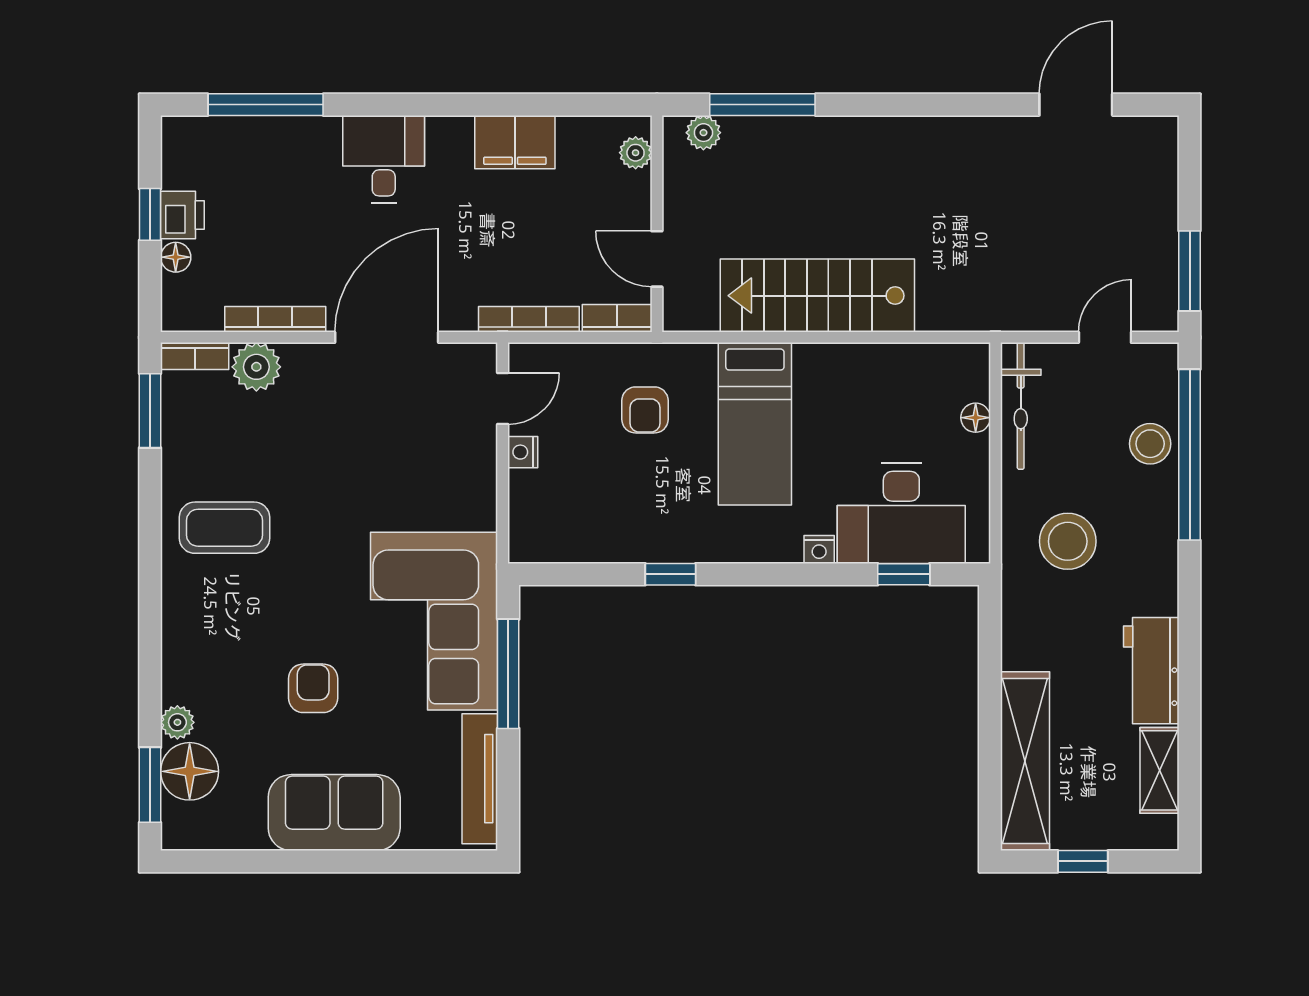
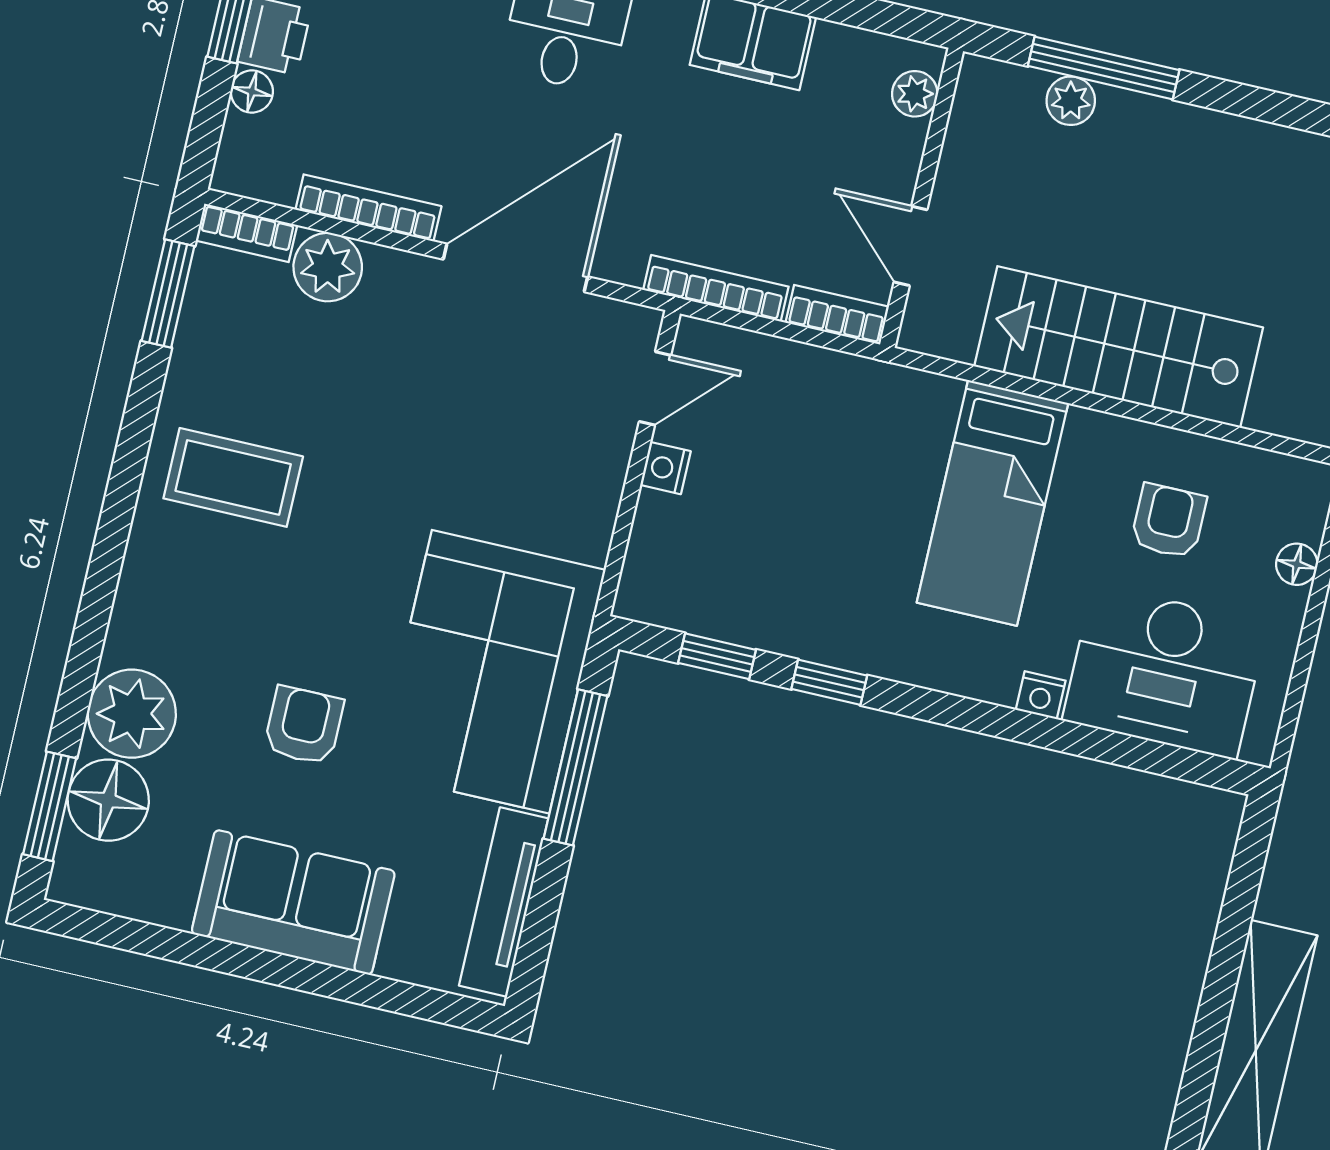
plant: (703, 133) -> (1071, 101), moved
armchair: (645, 410) -> (1168, 521), moved, turned 180
window: (904, 574) -> (717, 656), moved
plant: (177, 722) -> (132, 714), width x1.88, depth x1.88

